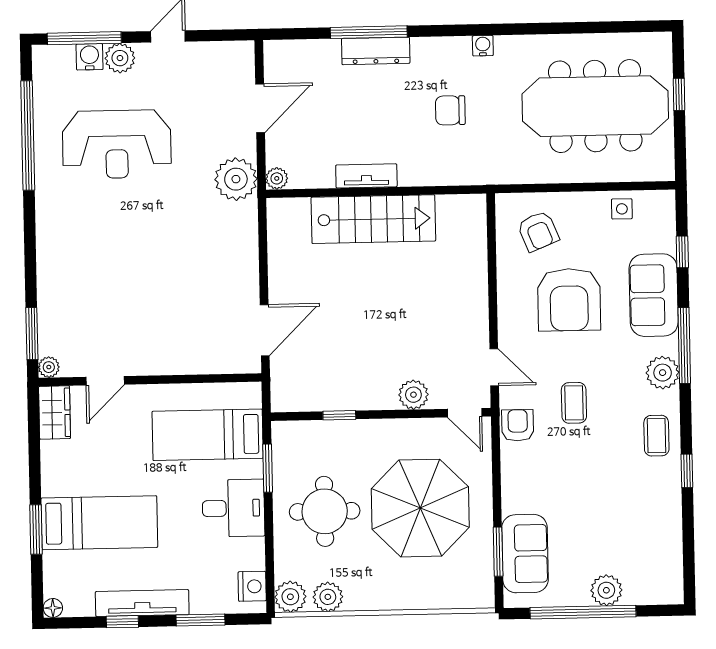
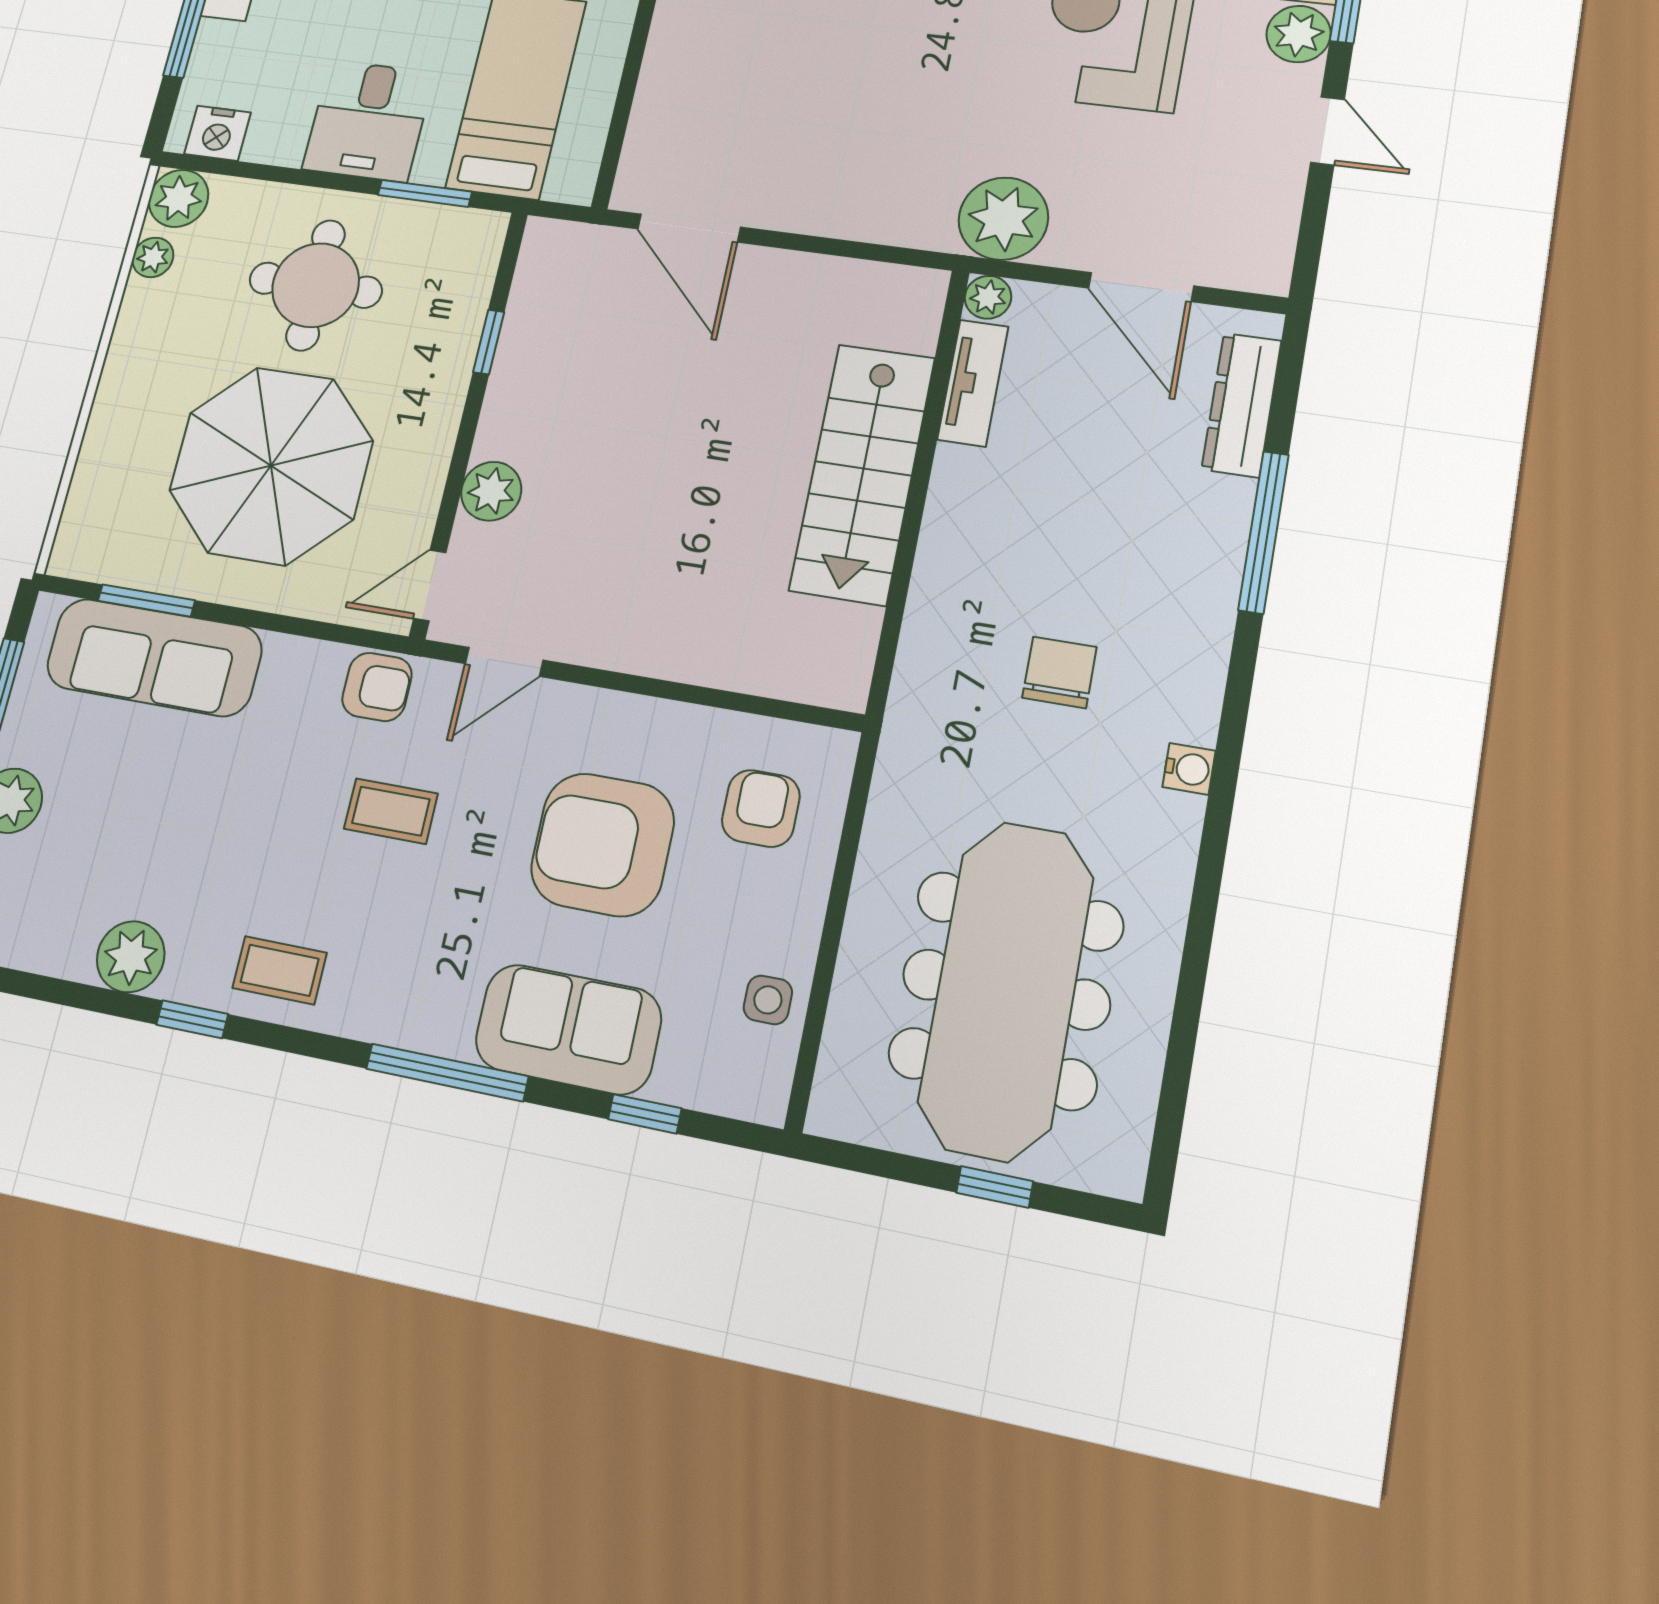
dresser: (376, 51) -> (1242, 405), moved
tv unit: (366, 176) -> (973, 383), moved
armchair: (538, 231) -> (761, 808), turned 112
plant: (663, 373) -> (131, 957), moved
sofa: (525, 554) -> (154, 657), width x1.36
plant: (328, 597) -> (153, 257), width x0.73, depth x0.73

